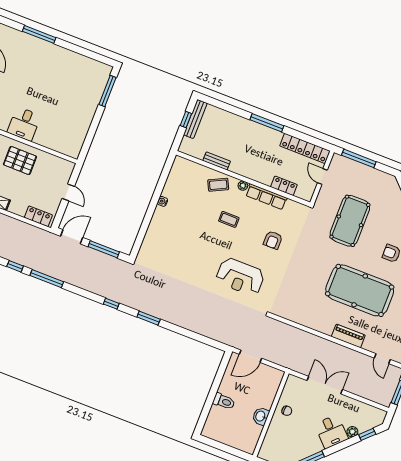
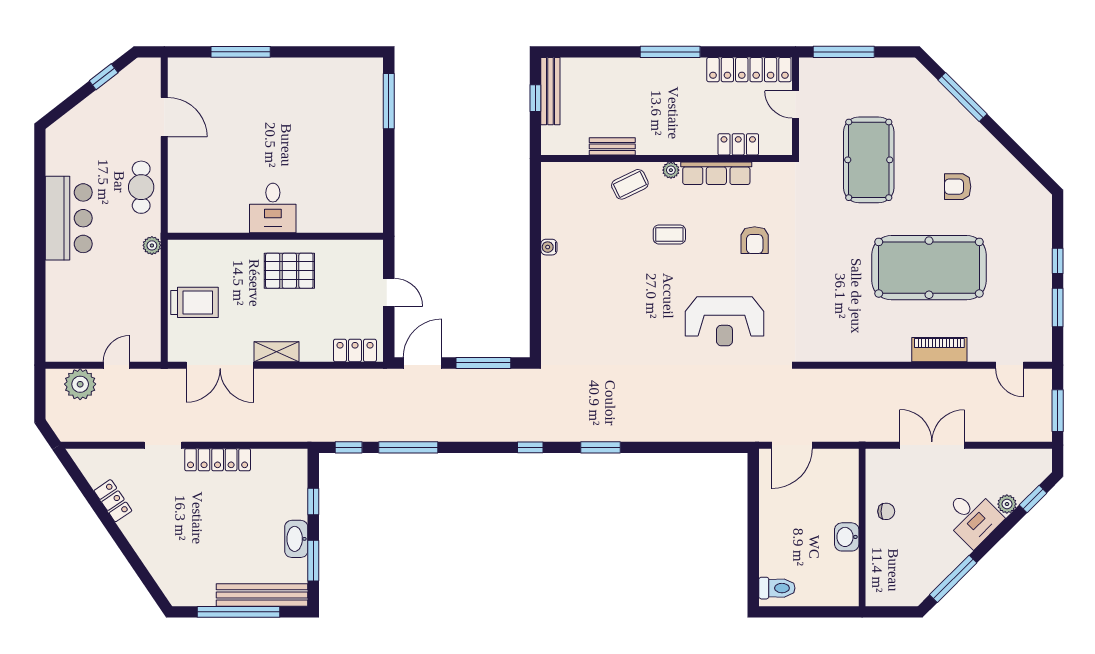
toilet: (224, 401) -> (777, 588), moved

